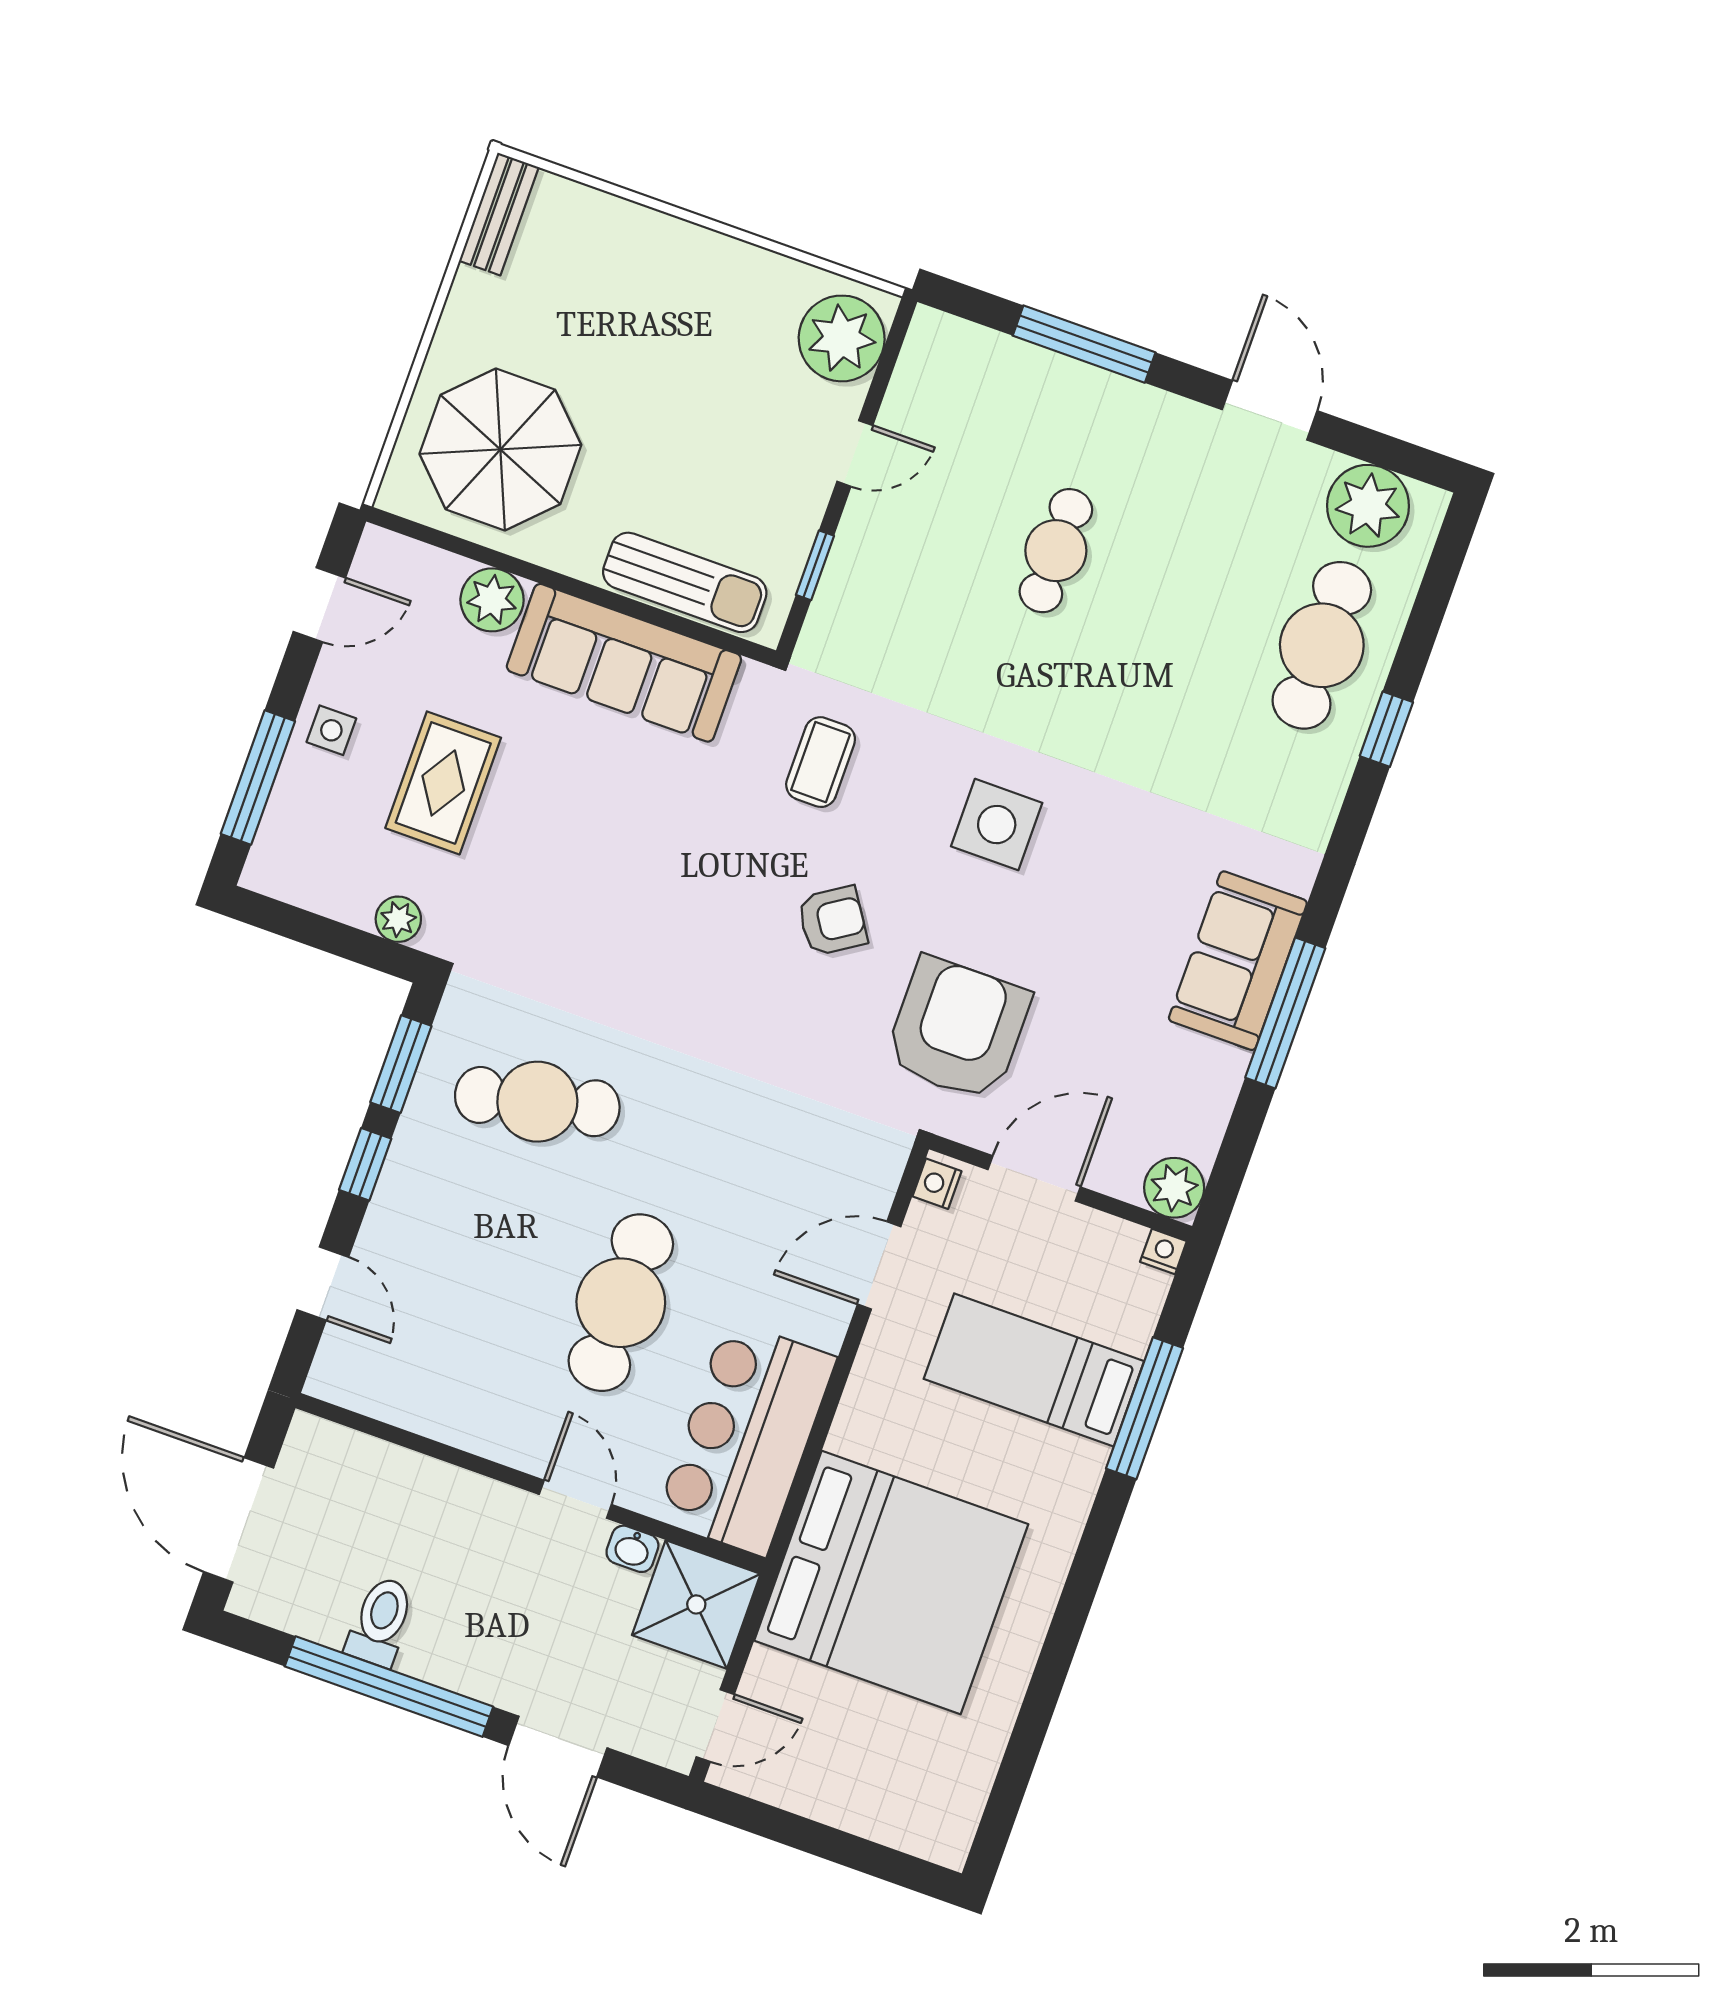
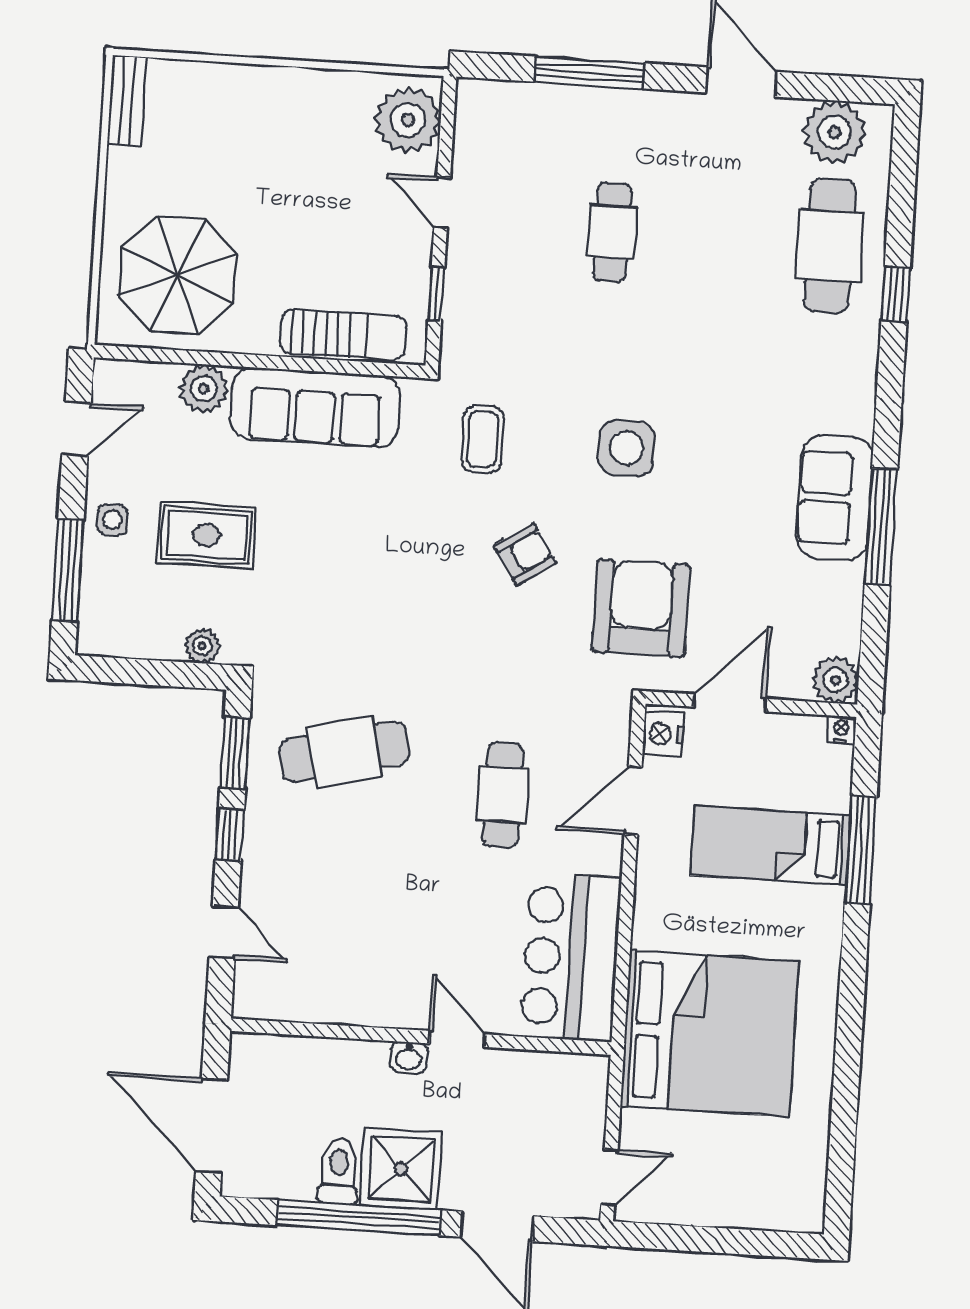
door: (855, 453) -> (442, 203), swing flipped
rug: (443, 783) -> (207, 535), turned 90
nightstand: (937, 1184) -> (663, 734), width x1.39, depth x1.35
cafe table: (621, 1303) -> (503, 795), moved, width x0.73, depth x0.74
washbasin: (632, 1549) -> (409, 1057), moved
shower: (696, 1604) -> (401, 1169), moved

